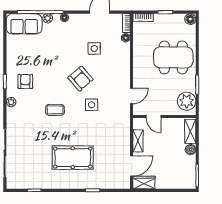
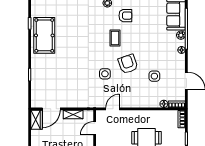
armchair: (80, 79) -> (128, 64), turned 112
door: (132, 96) -> (113, 109), swing flipped
coffee table: (55, 110) -> (115, 38), moved
pool table: (73, 158) -> (44, 35), moved
door: (132, 166) -> (51, 109), hinge flipped

